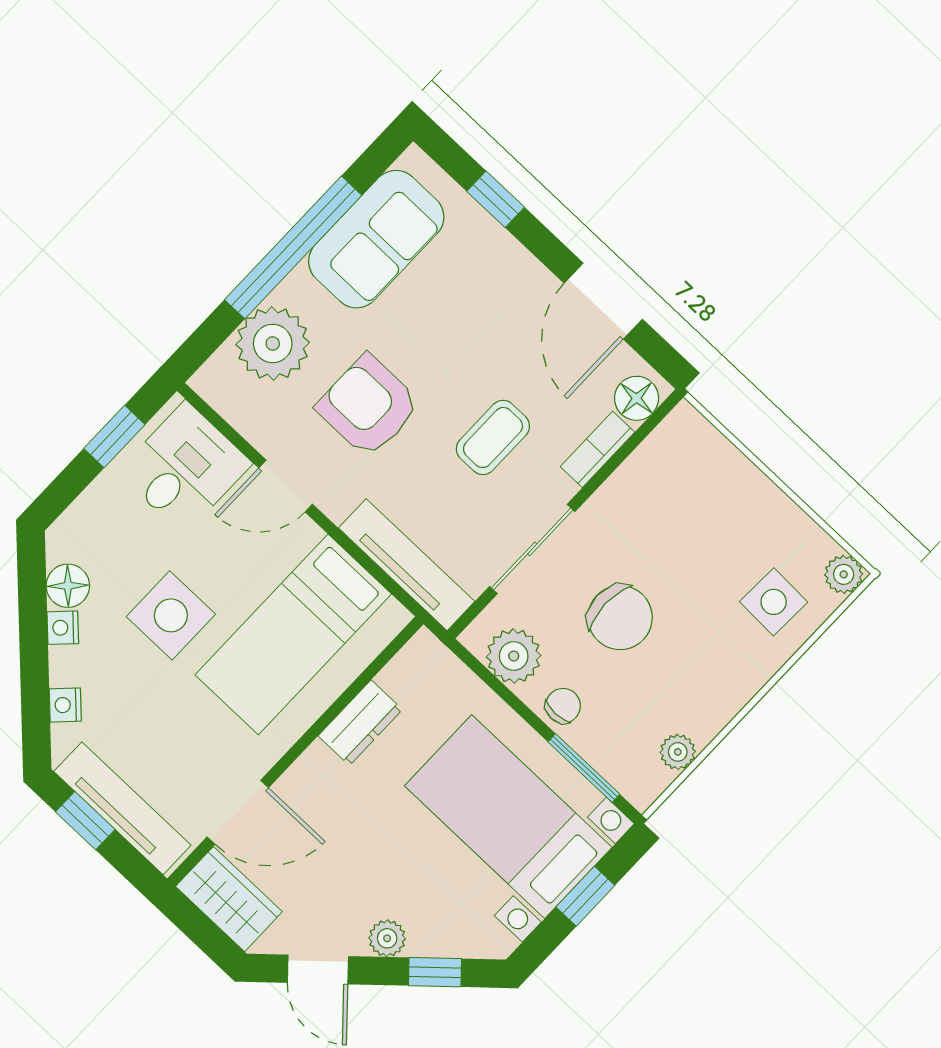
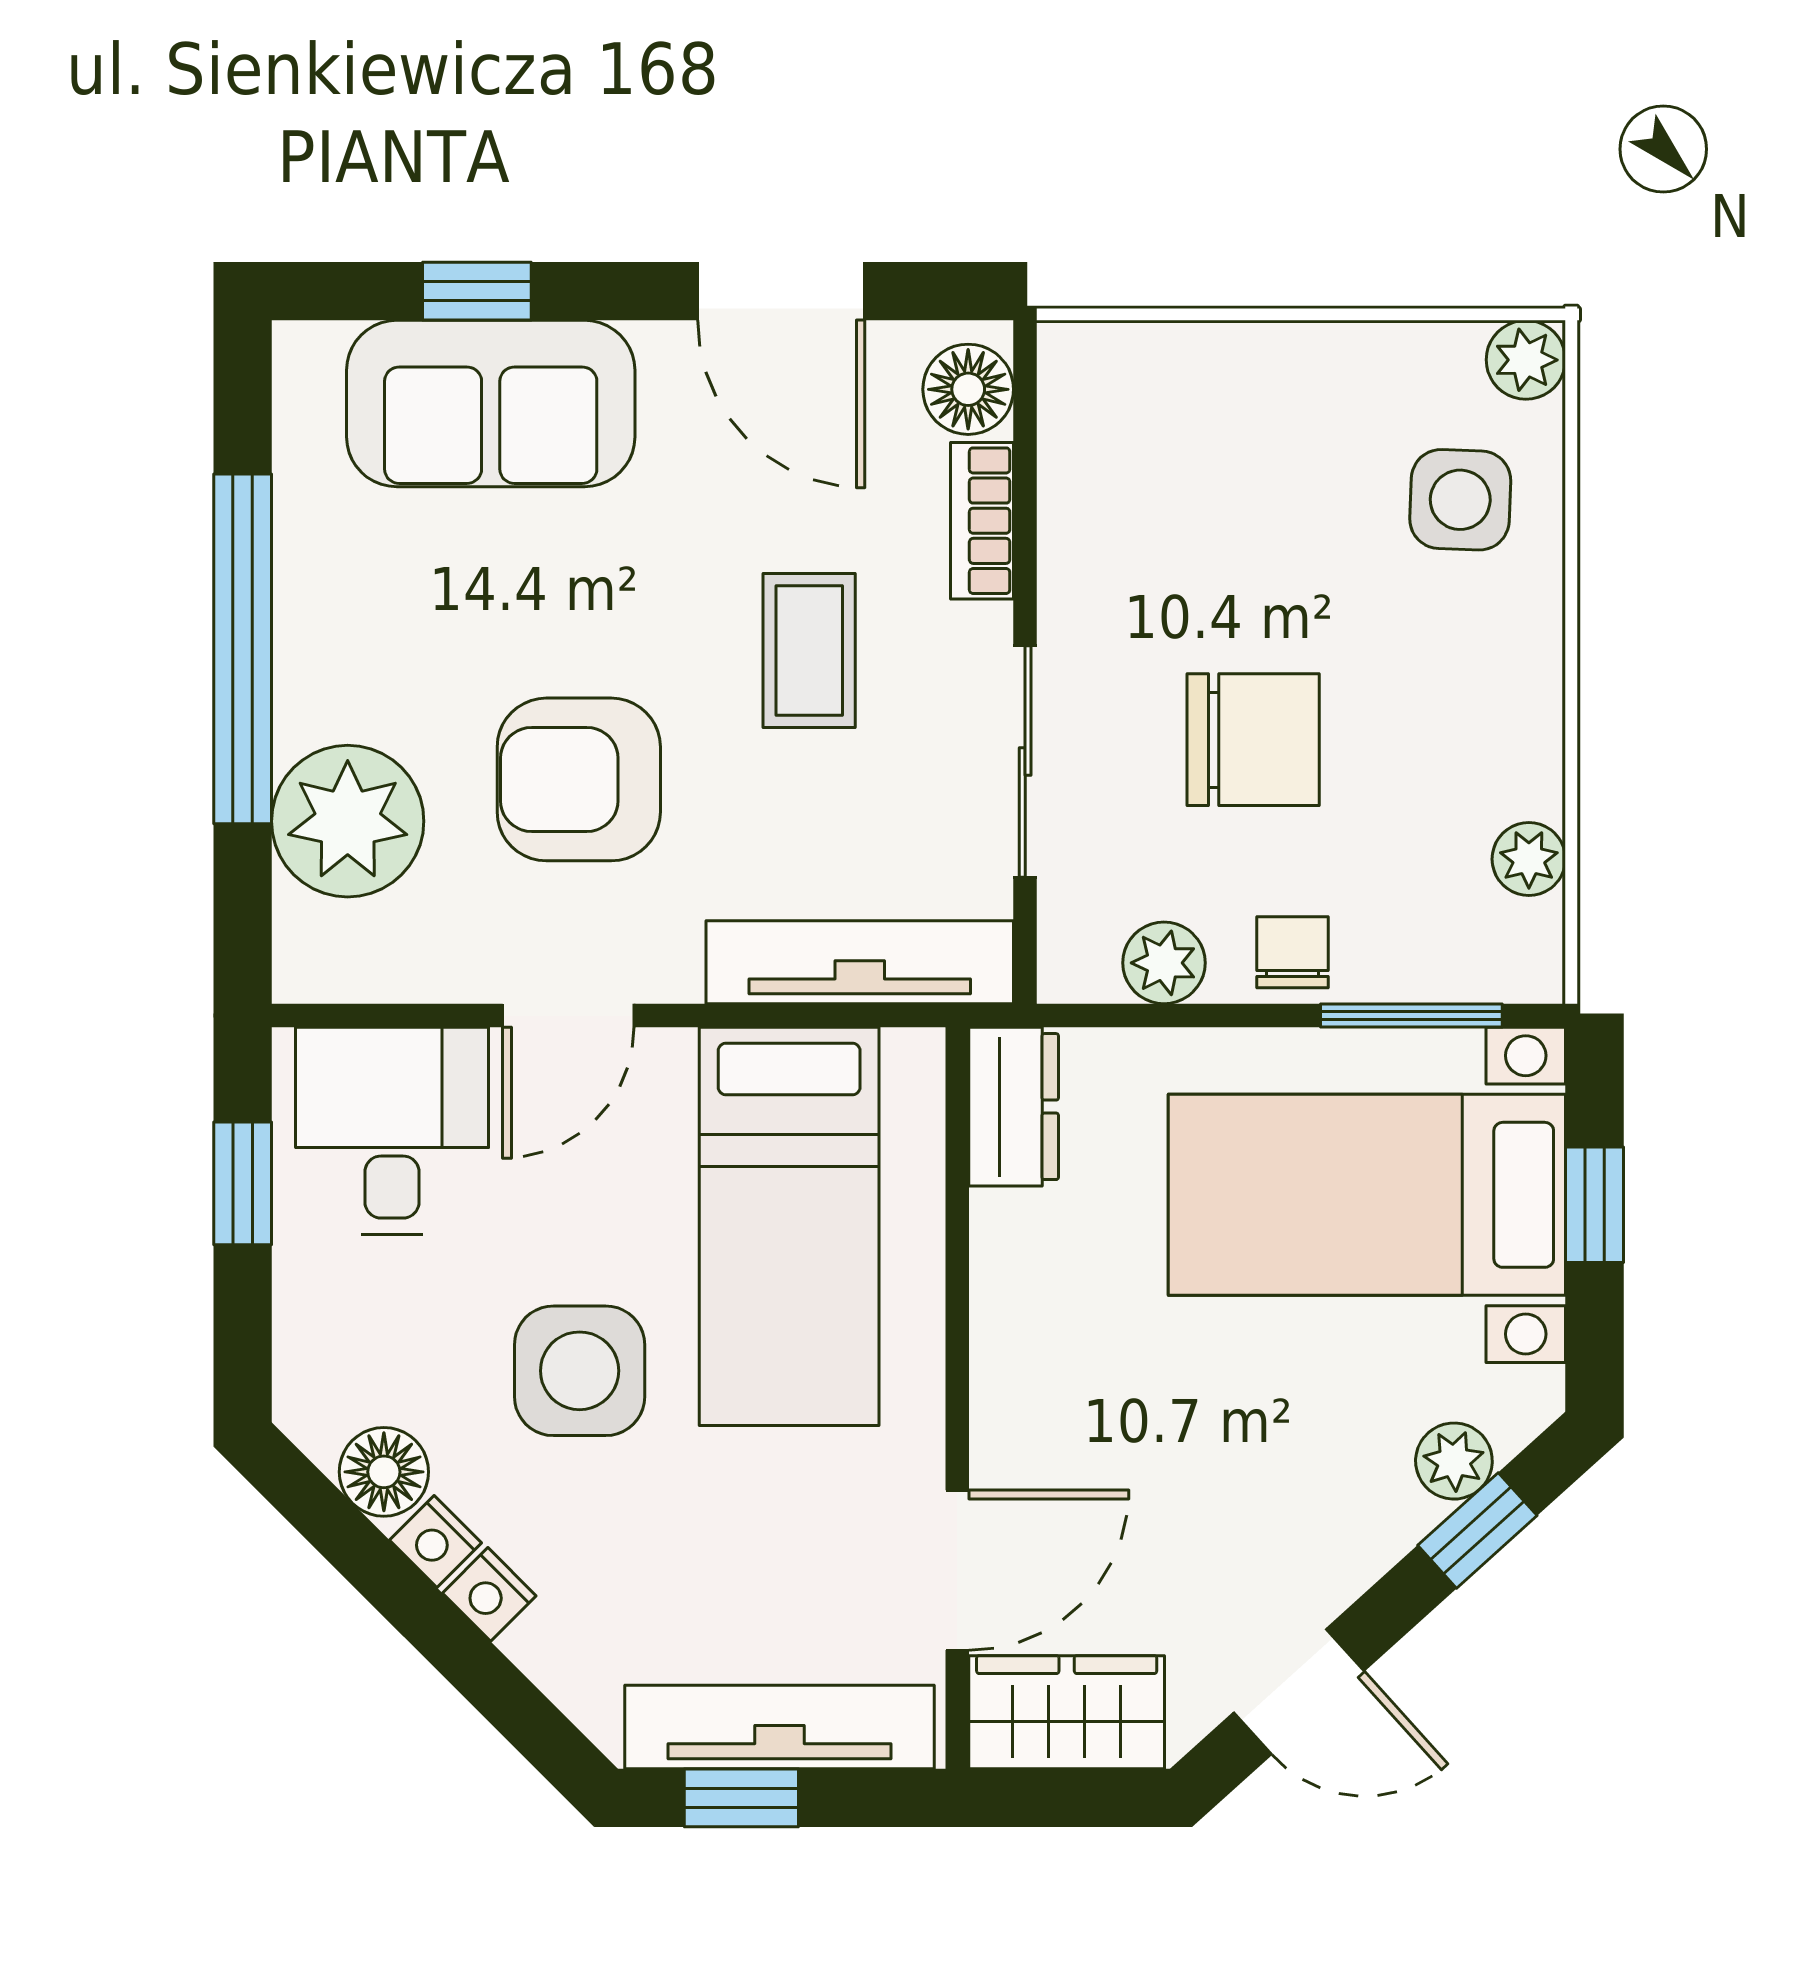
sofa: (376, 239) -> (491, 404), moved, turned 90
plant: (514, 656) -> (1164, 963), width x0.73, depth x0.73
nightstand: (65, 705) -> (489, 1594), moved
dresser: (360, 723) -> (1014, 1107), moved
plant: (387, 938) -> (1454, 1461), moved

